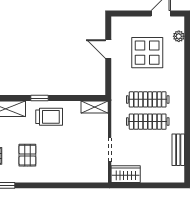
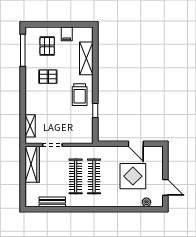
door: (108, 49) -> (136, 144), swing flipped
window: (39, 98) -> (95, 111), moved
shelving: (95, 107) -> (30, 126), moved
wardrobe: (126, 174) -> (32, 164), width x1.50

